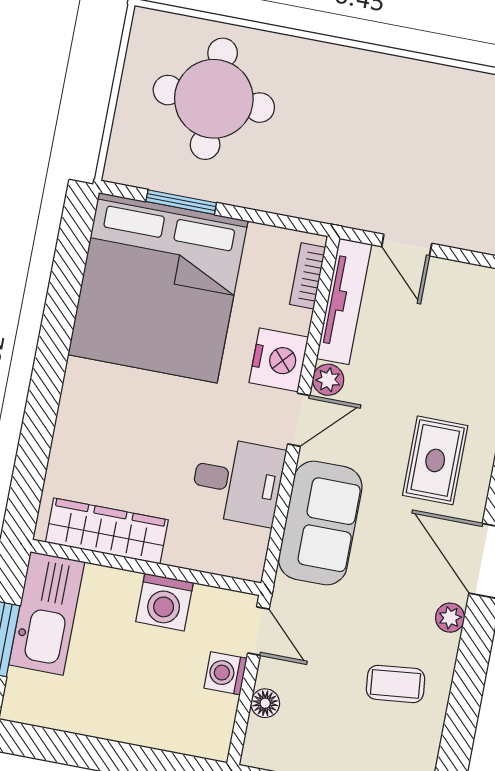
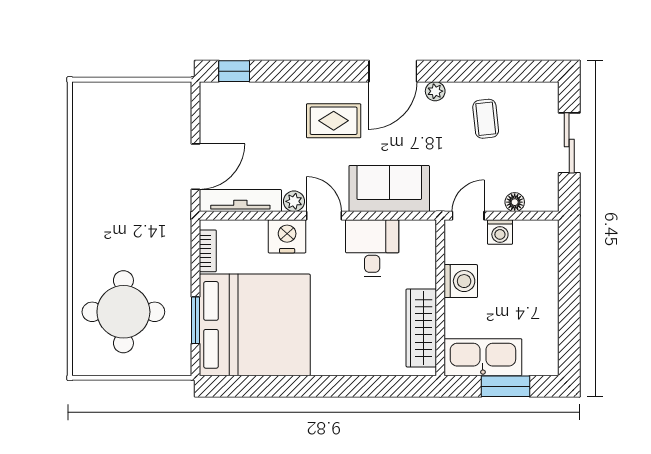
door: (407, 245) -> (195, 167), width x1.38
bookcase: (307, 276) -> (208, 251), moved, turned -90

